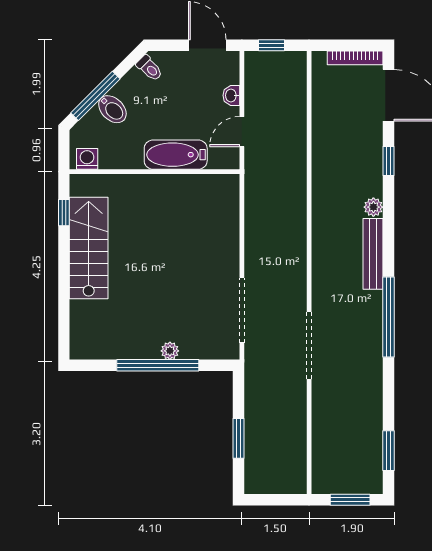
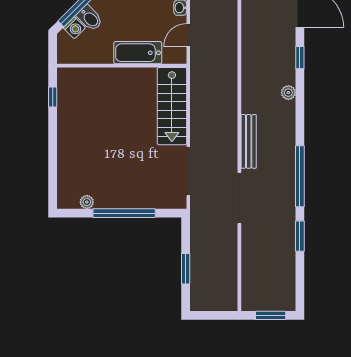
washing machine: (87, 159) -> (74, 28), moved, turned 135
stairs: (89, 248) -> (172, 106), moved, turned 180
bench: (373, 254) -> (249, 141), moved
plant: (170, 351) -> (87, 202), moved
window: (389, 451) -> (300, 236), moved

